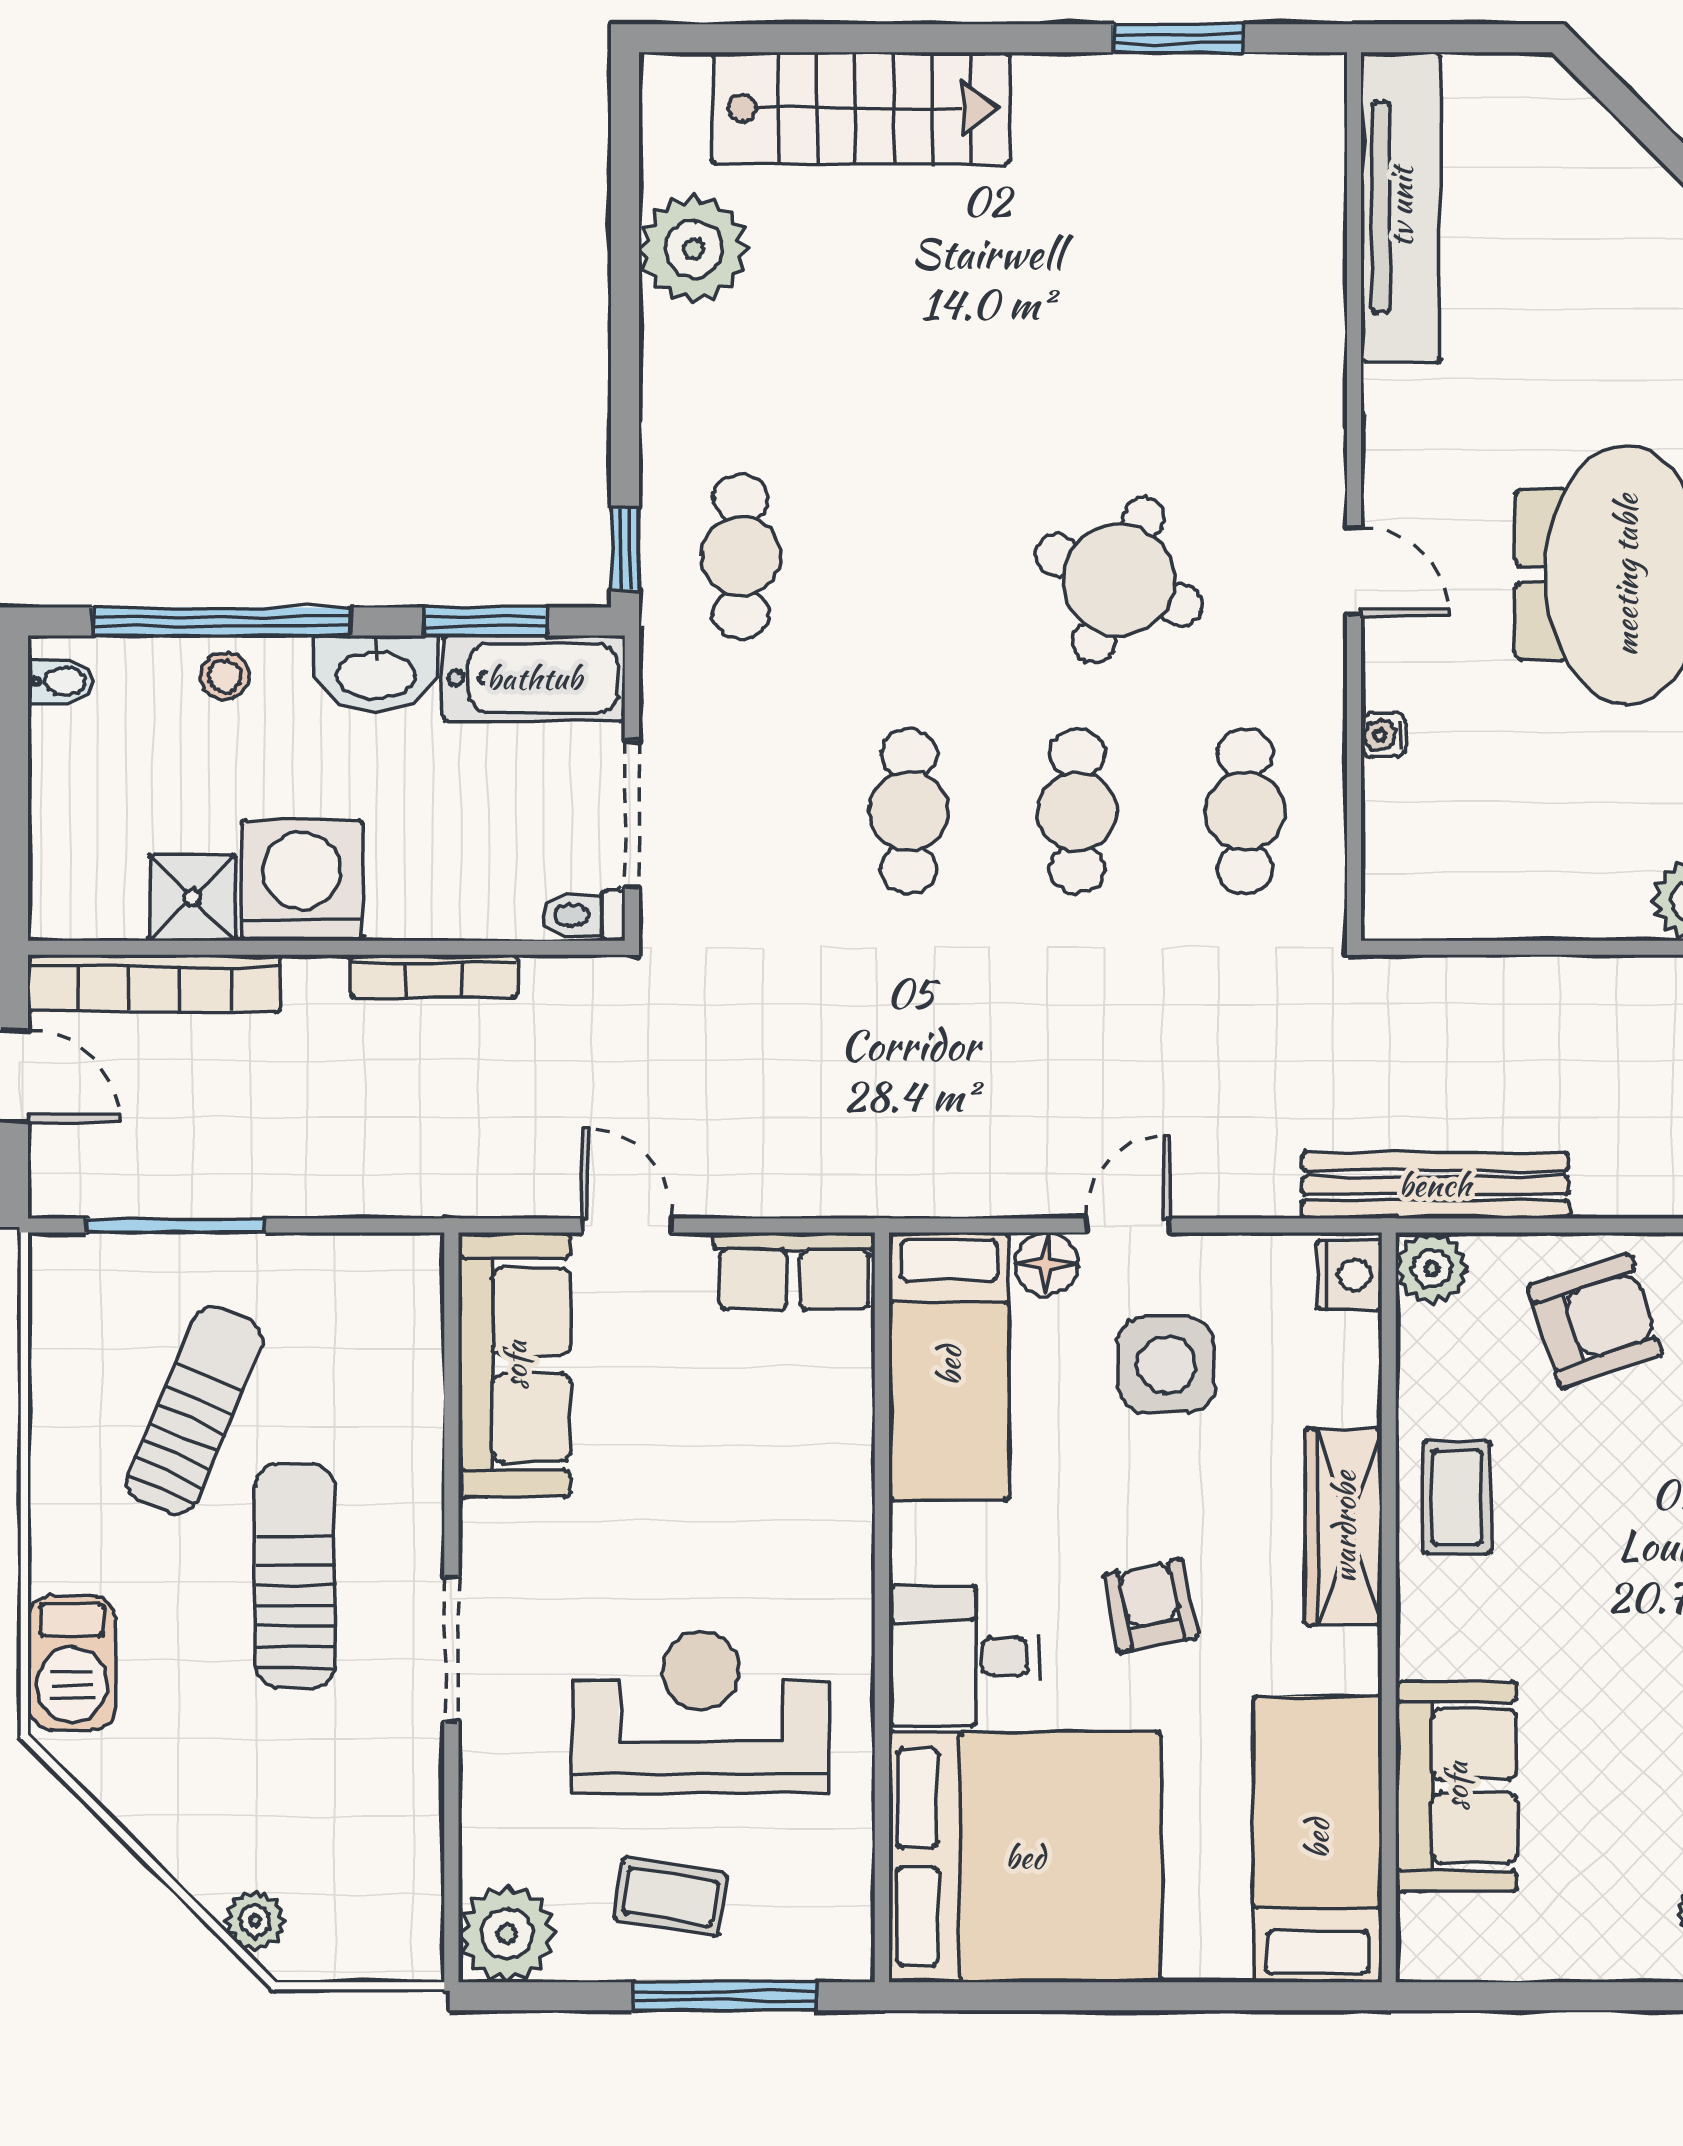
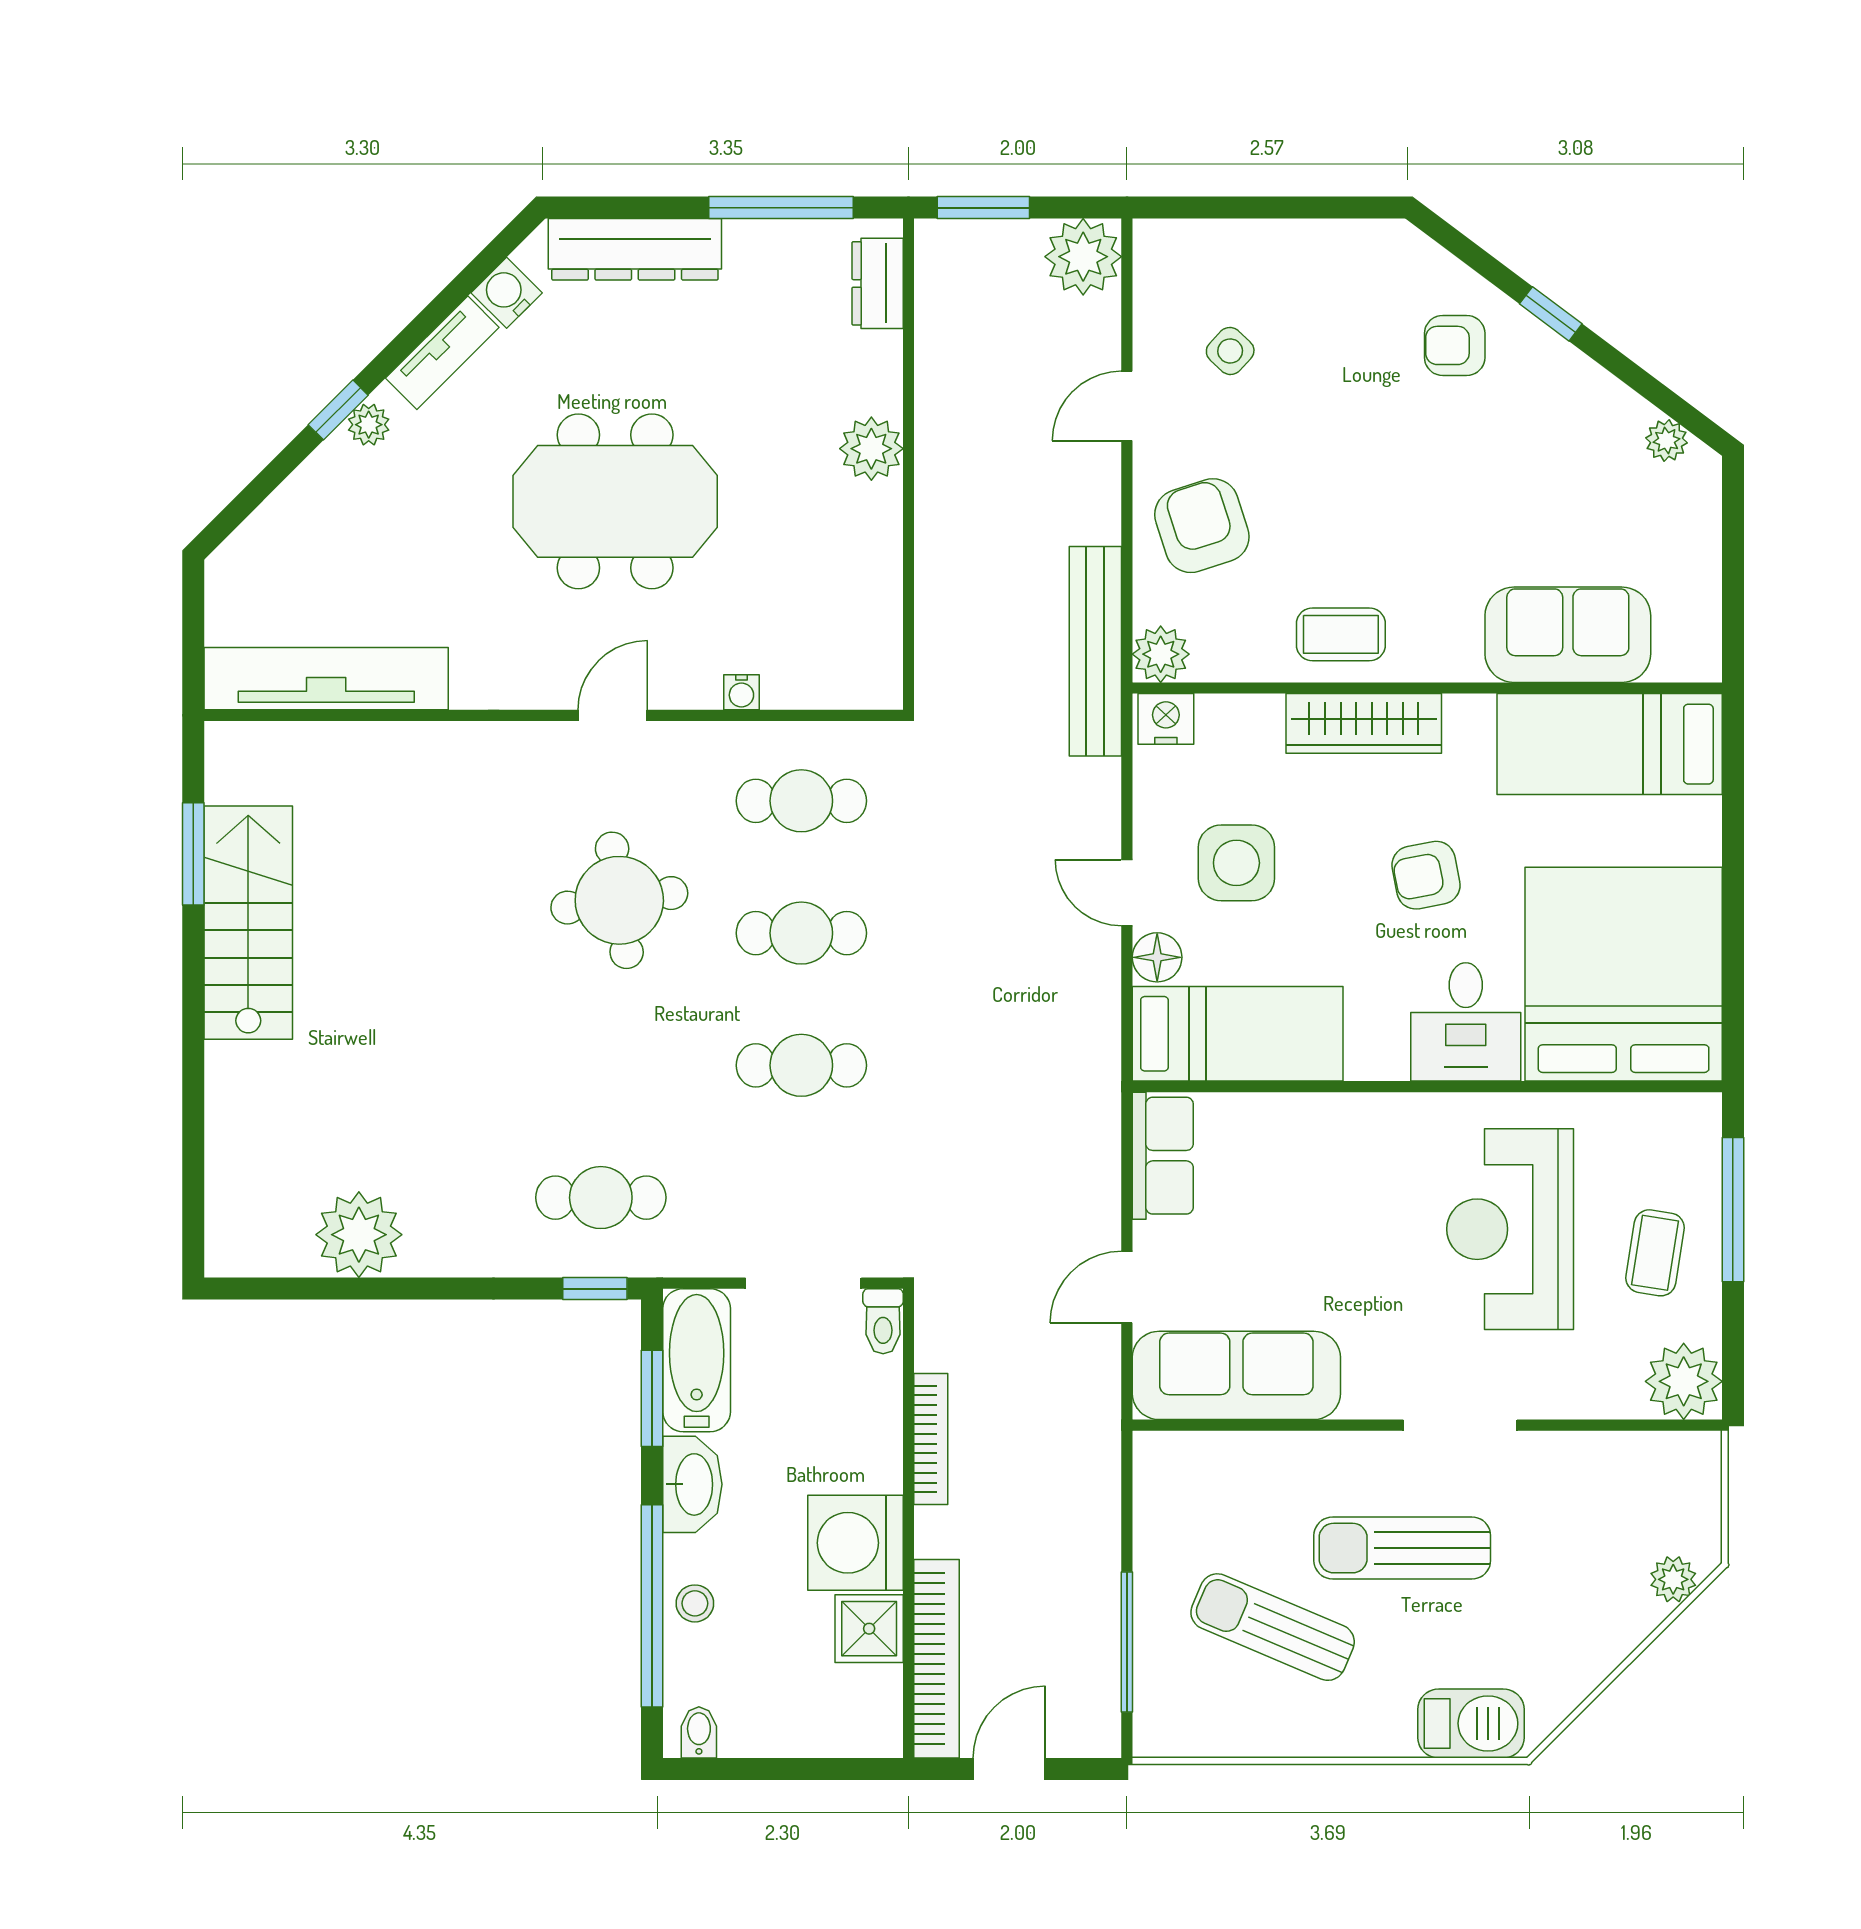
stairs: (861, 108) -> (248, 923), moved
round table: (1119, 580) -> (619, 900), turned -30

